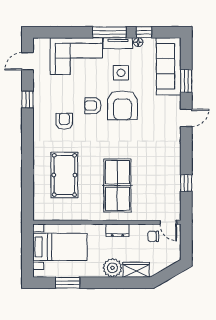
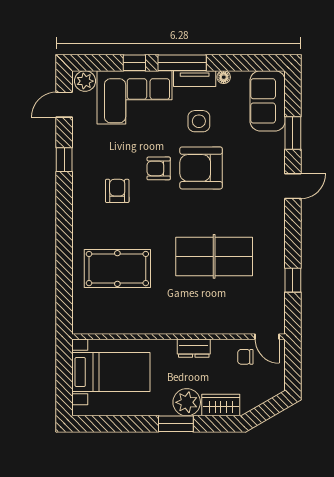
window: (144, 32) -> (134, 63), moved
plant: (42, 45) -> (85, 81), added
sofa: (169, 66) -> (268, 101), width x0.73
armchair: (122, 105) -> (201, 168), turned 90
pool table: (64, 175) -> (117, 269), turned 90
table tennis table: (117, 186) -> (214, 256), moved, turned 90
window: (68, 283) -> (176, 424), moved

